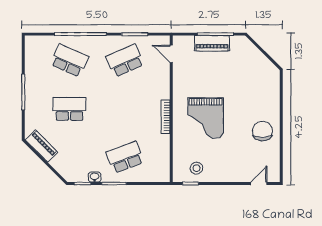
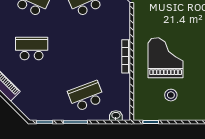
grand piano: (206, 118) -> (166, 58), turned 180
stool: (196, 168) -> (171, 95), moved
washbasin: (95, 177) -> (116, 116), moved

